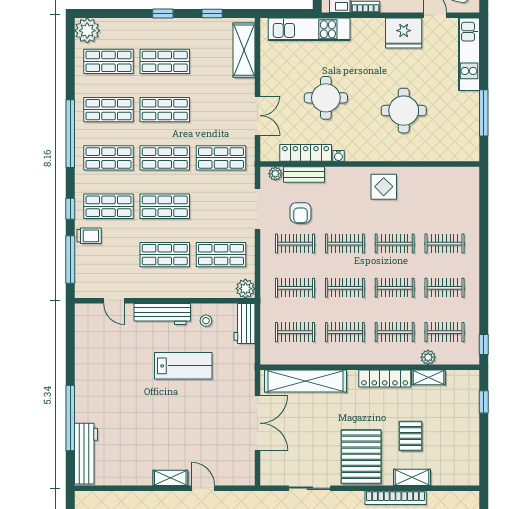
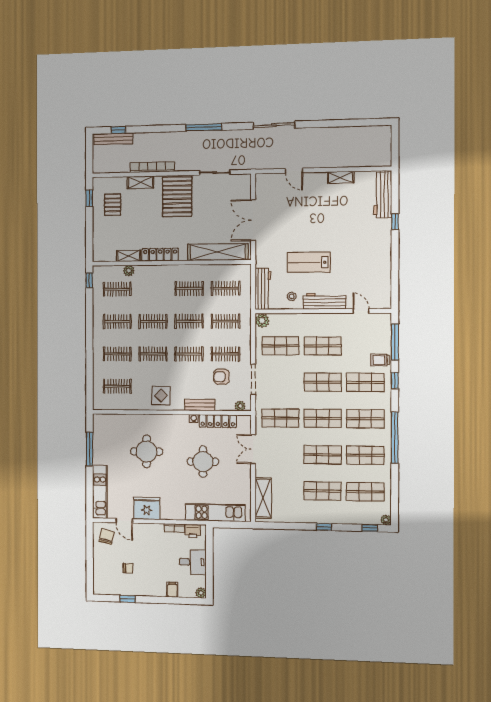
window: (212, 13) -> (370, 528), moved
plant: (87, 31) -> (386, 520), width x0.53, depth x0.53
bench: (304, 175) -> (200, 405), moved
armchair: (300, 213) -> (222, 377), turned -90
workbench: (245, 324) -> (263, 289), width x1.38
clothes rail: (395, 332) -> (117, 386), moved
window: (484, 402) -> (89, 198), moved
window: (70, 418) -> (395, 222), width x0.32
pallet: (411, 436) -> (113, 205), moved
shelving: (170, 478) -> (341, 177), moved

